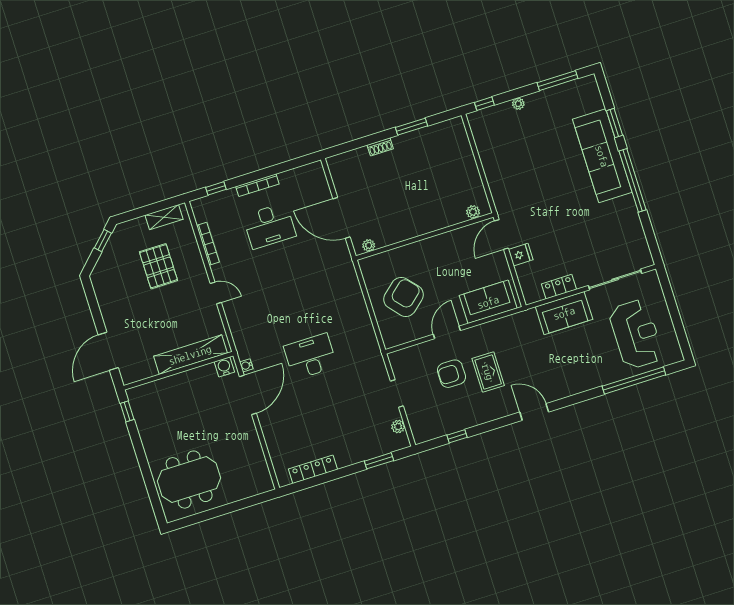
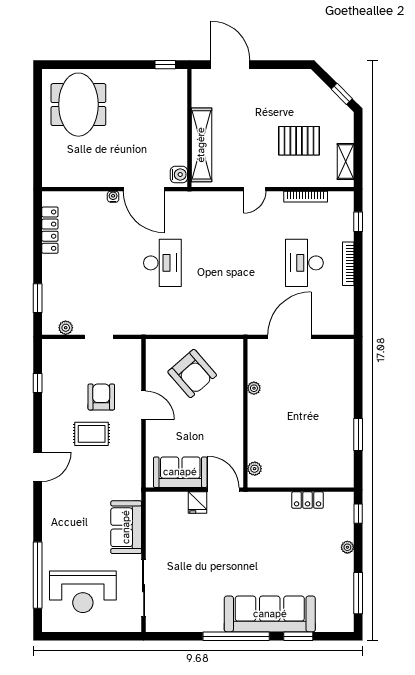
shoe rack: (380, 147) -> (348, 397), removed
plant: (369, 245) -> (254, 388), moved
locker: (559, 287) -> (308, 500), moved, turned 90
sofa: (488, 302) -> (180, 472), moved, turned -90
water cooler: (246, 365) -> (113, 197), moved

